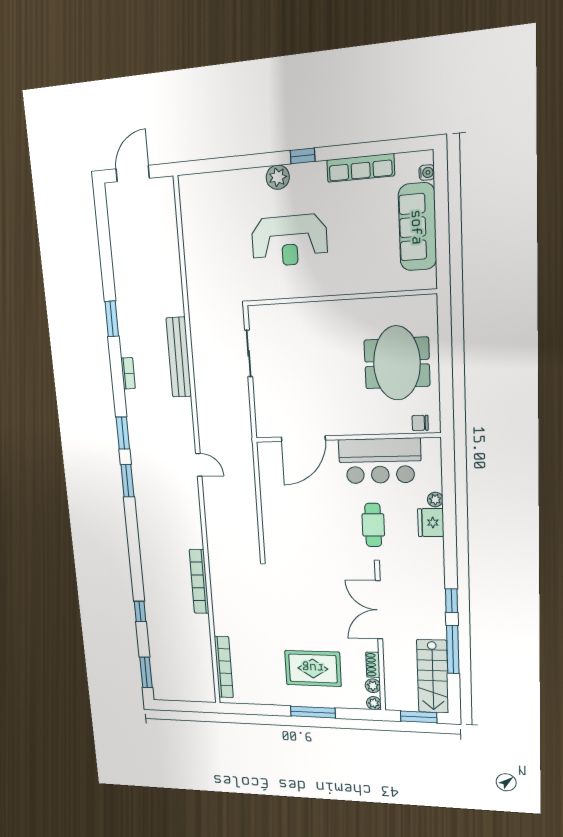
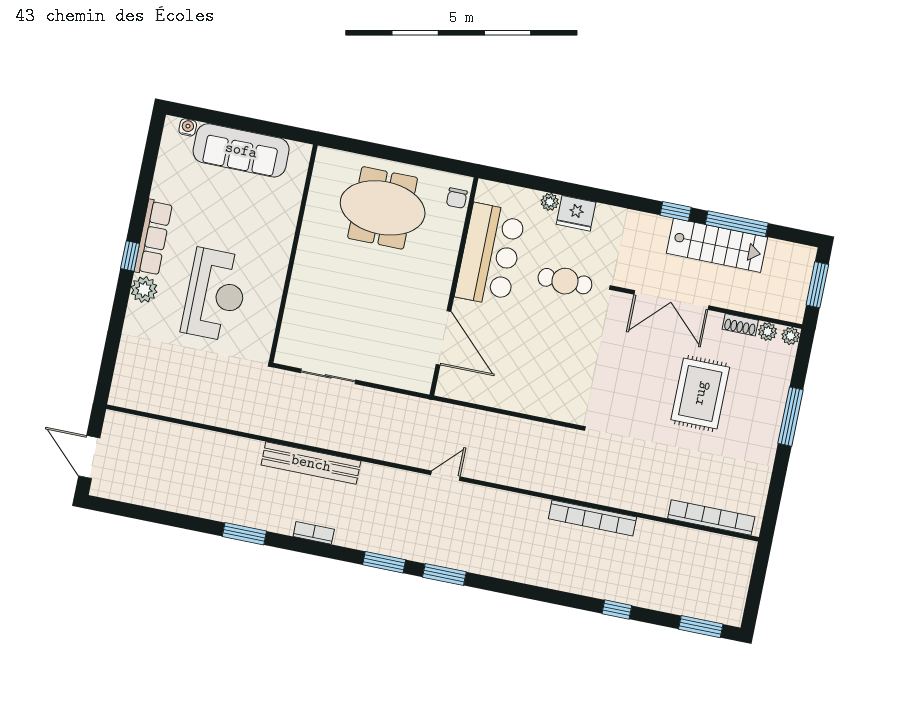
row of seats: (361, 168) -> (153, 238), moved
rug: (313, 668) -> (700, 393), moved
stairs: (433, 676) -> (717, 245), moved

